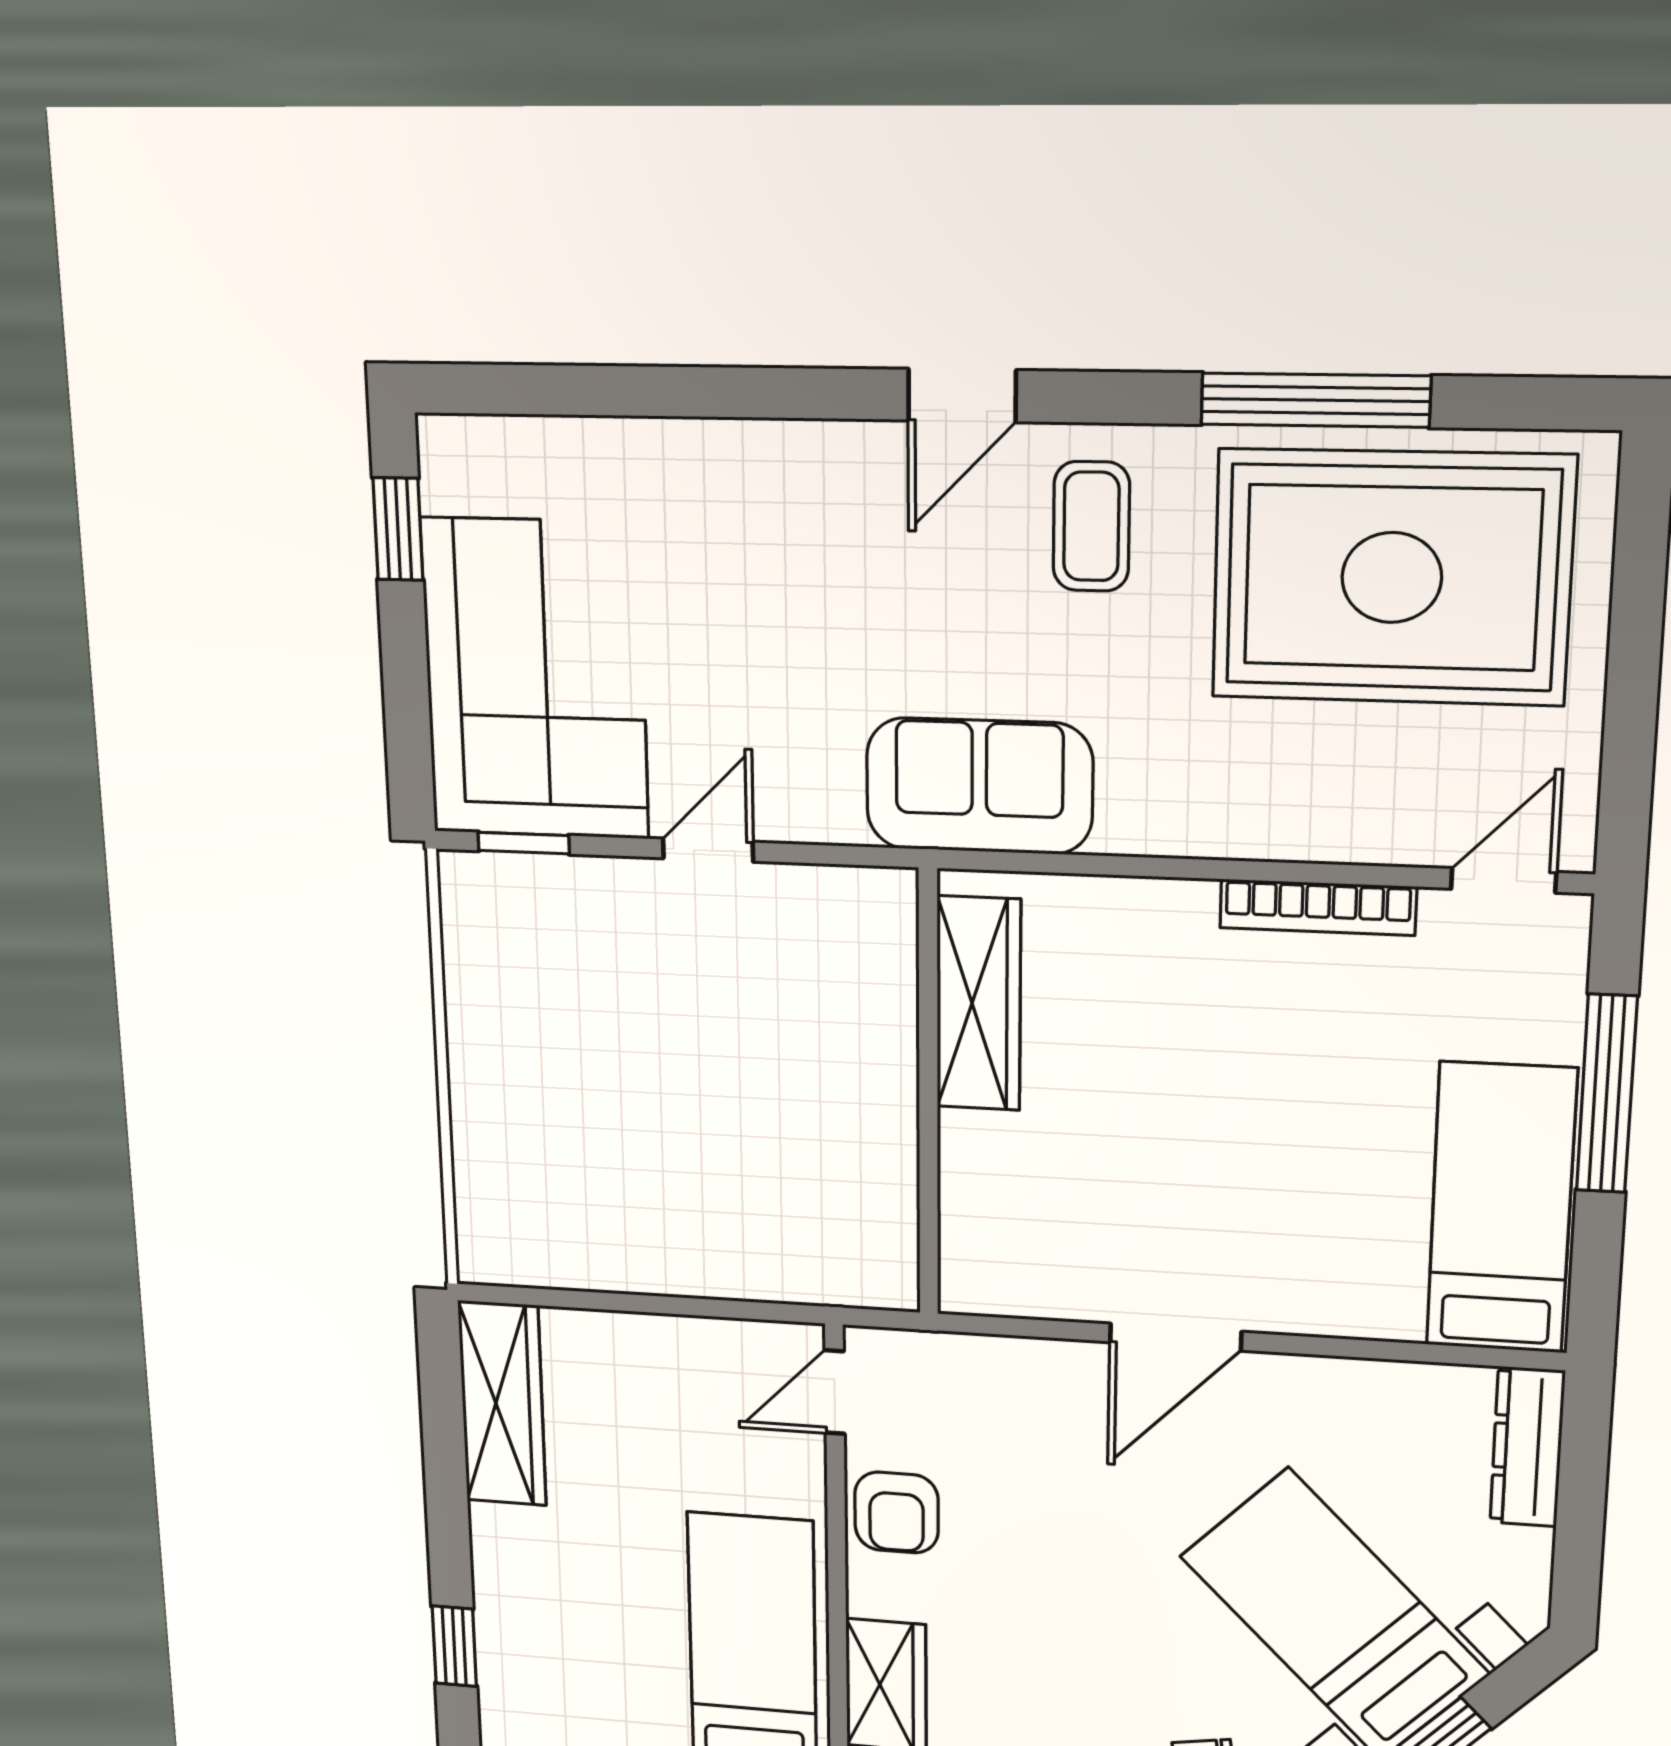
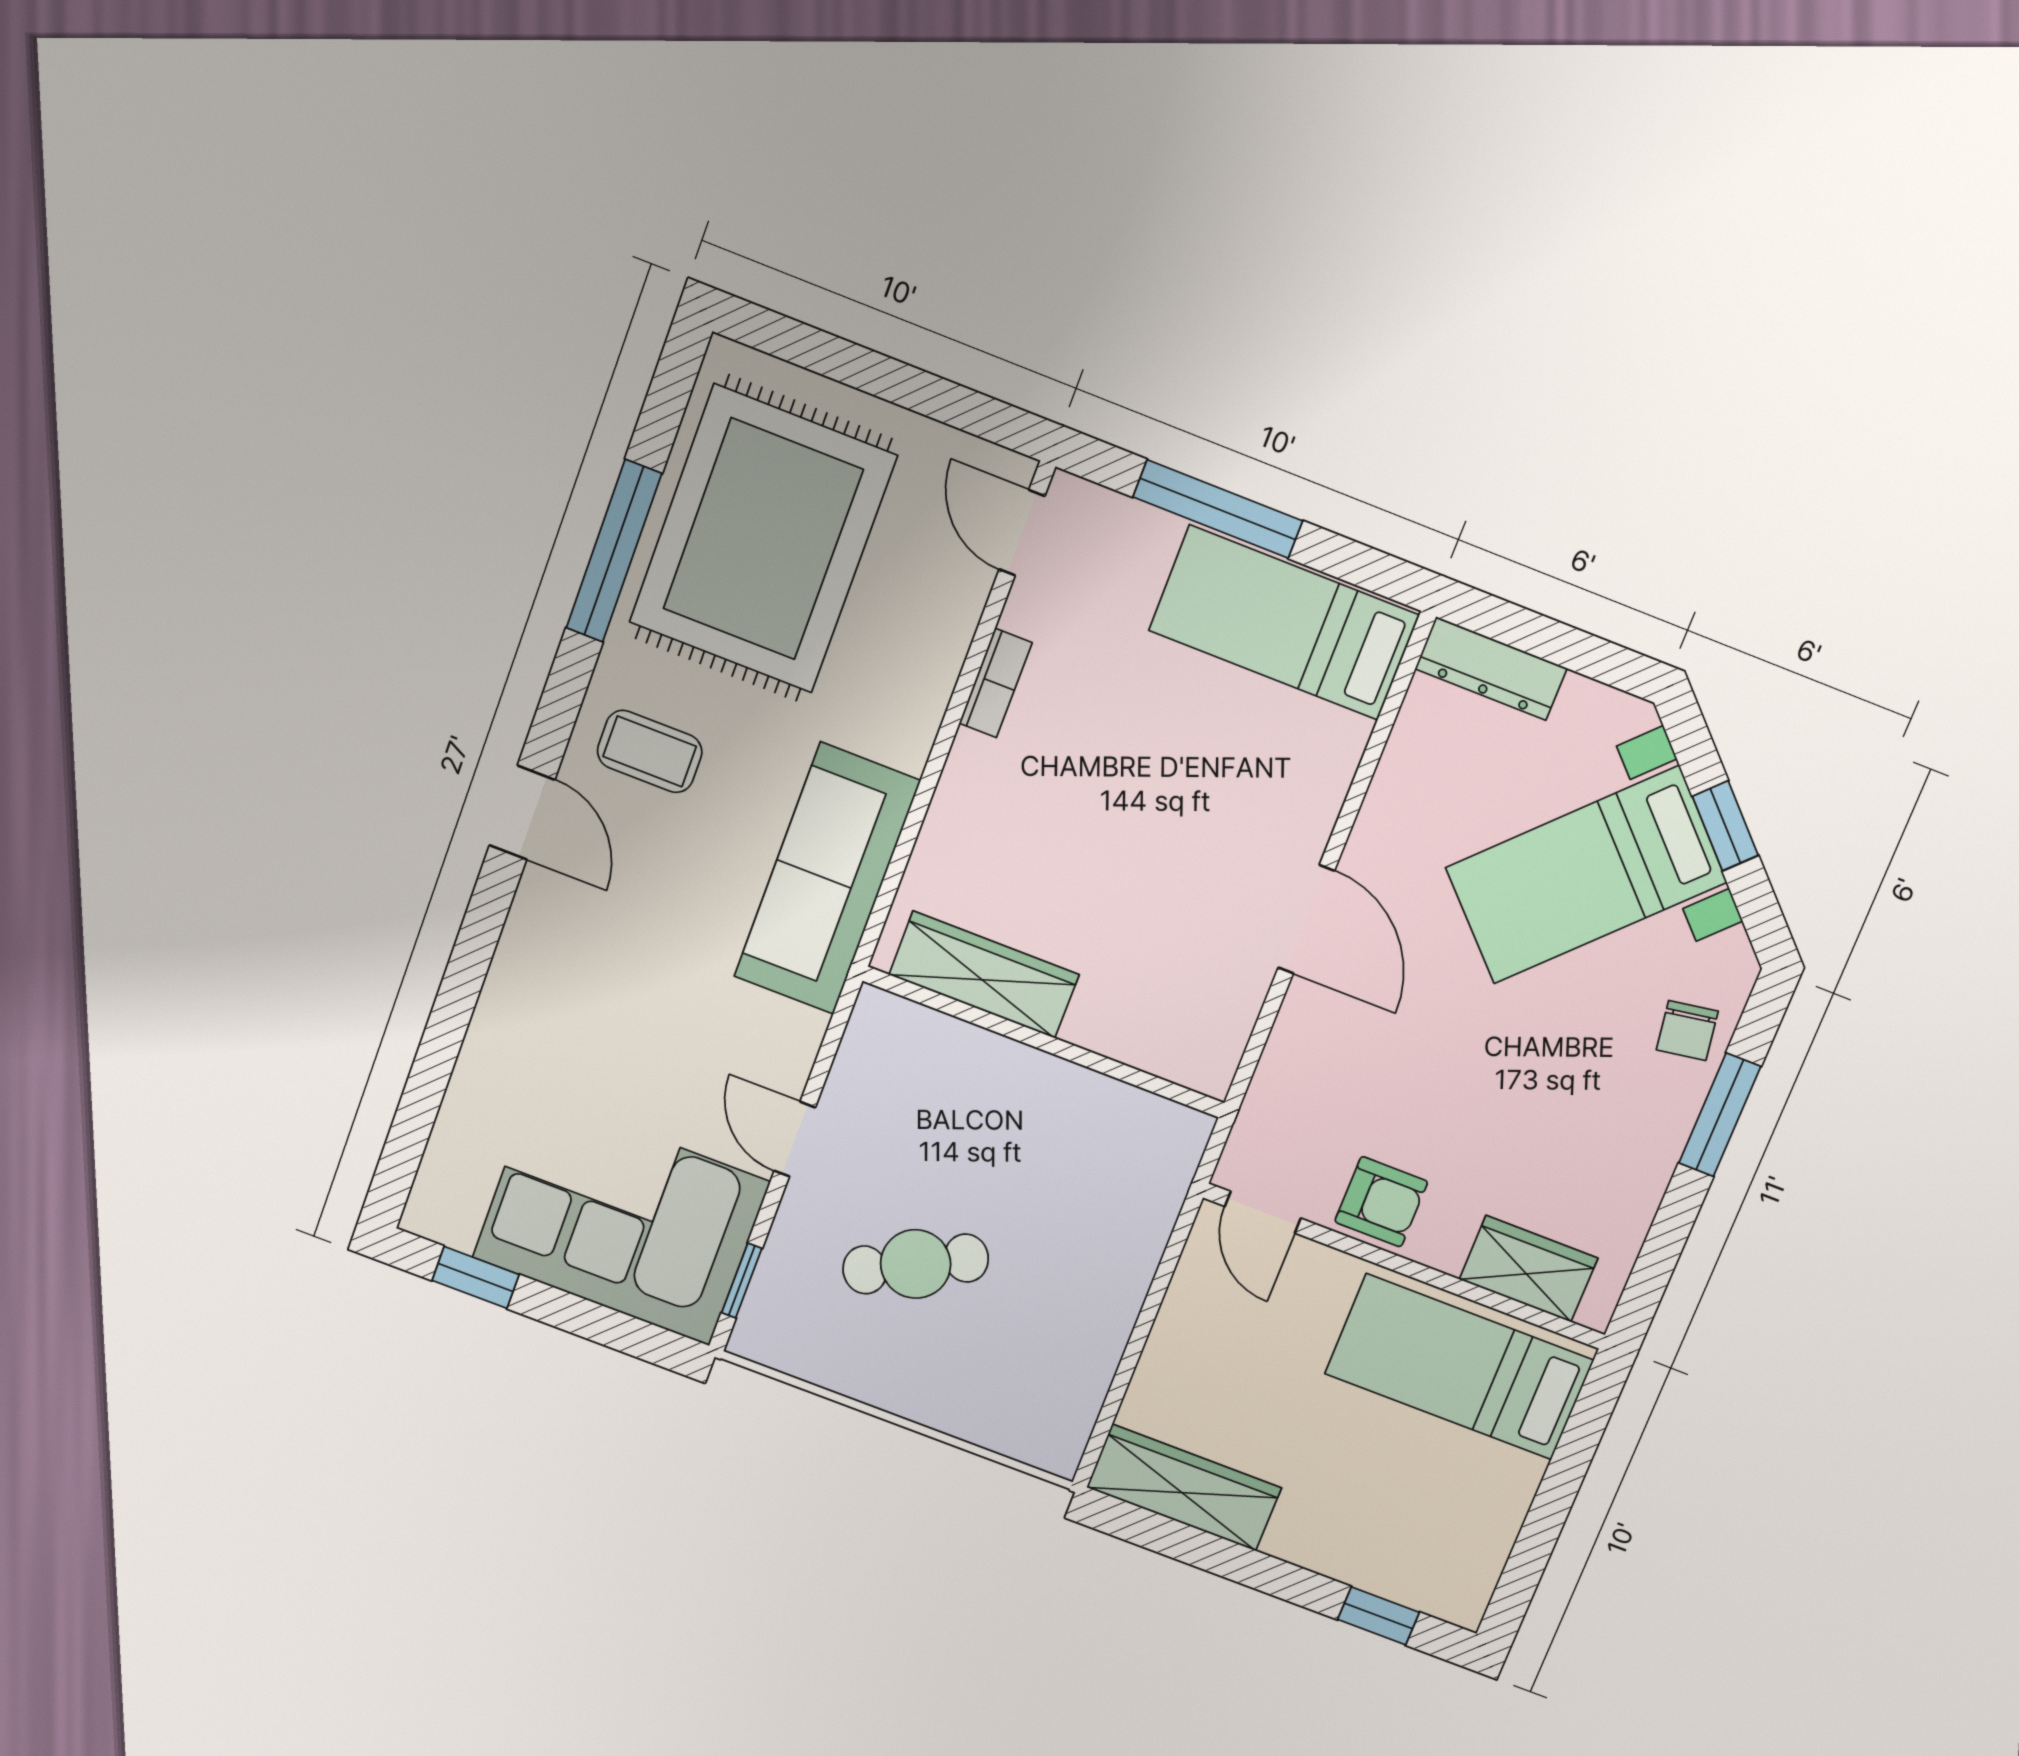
sofa: (979, 786) -> (827, 879), width x1.36
bookcase: (1318, 907) -> (996, 683), width x0.64
cafe table: (623, 1034) -> (916, 1264), added

